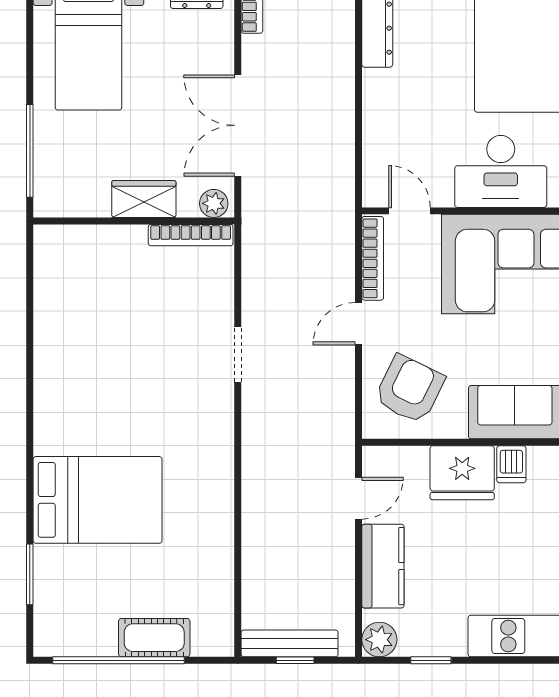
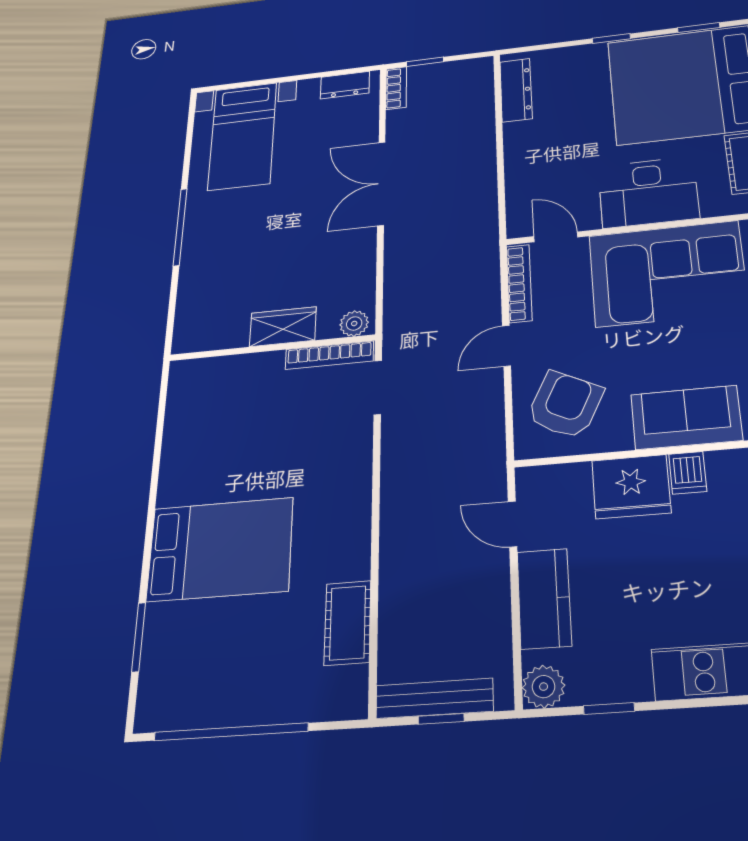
wardrobe: (144, 199) -> (283, 327), moved
plant: (214, 203) -> (354, 324), moved
wall: (134, 221) -> (272, 348), moved
bookcase: (191, 235) -> (329, 355), moved
door: (359, 498) -> (513, 524), swing flipped
cot: (154, 638) -> (348, 623), moved, turned 90

